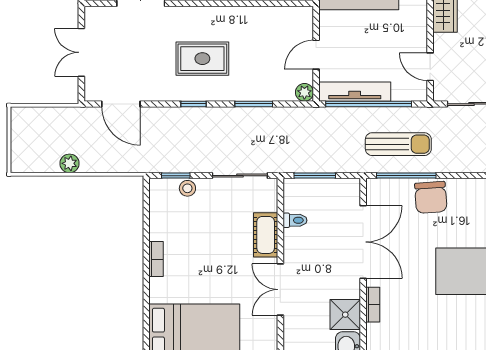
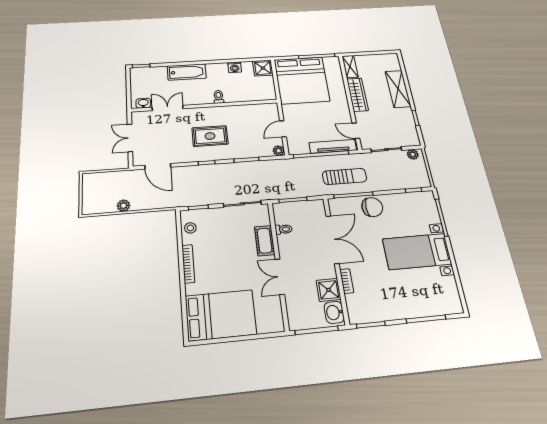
tv unit: (355, 92) -> (333, 146), moved
stool: (187, 188) -> (190, 228), moved
chair: (431, 197) -> (372, 207), turned -86
bookcase: (156, 259) -> (188, 264), width x1.56

